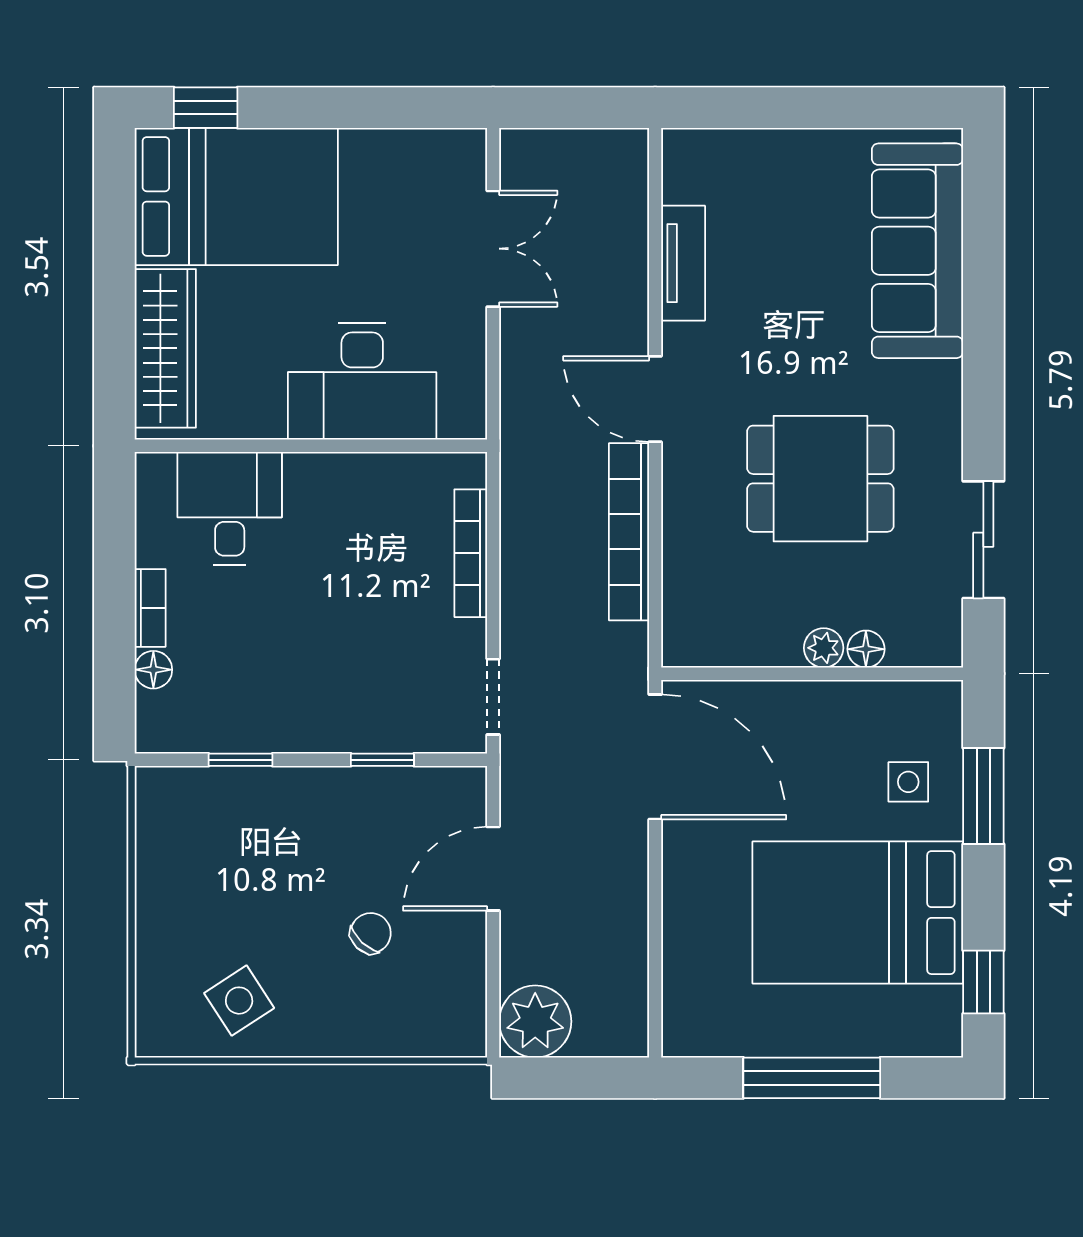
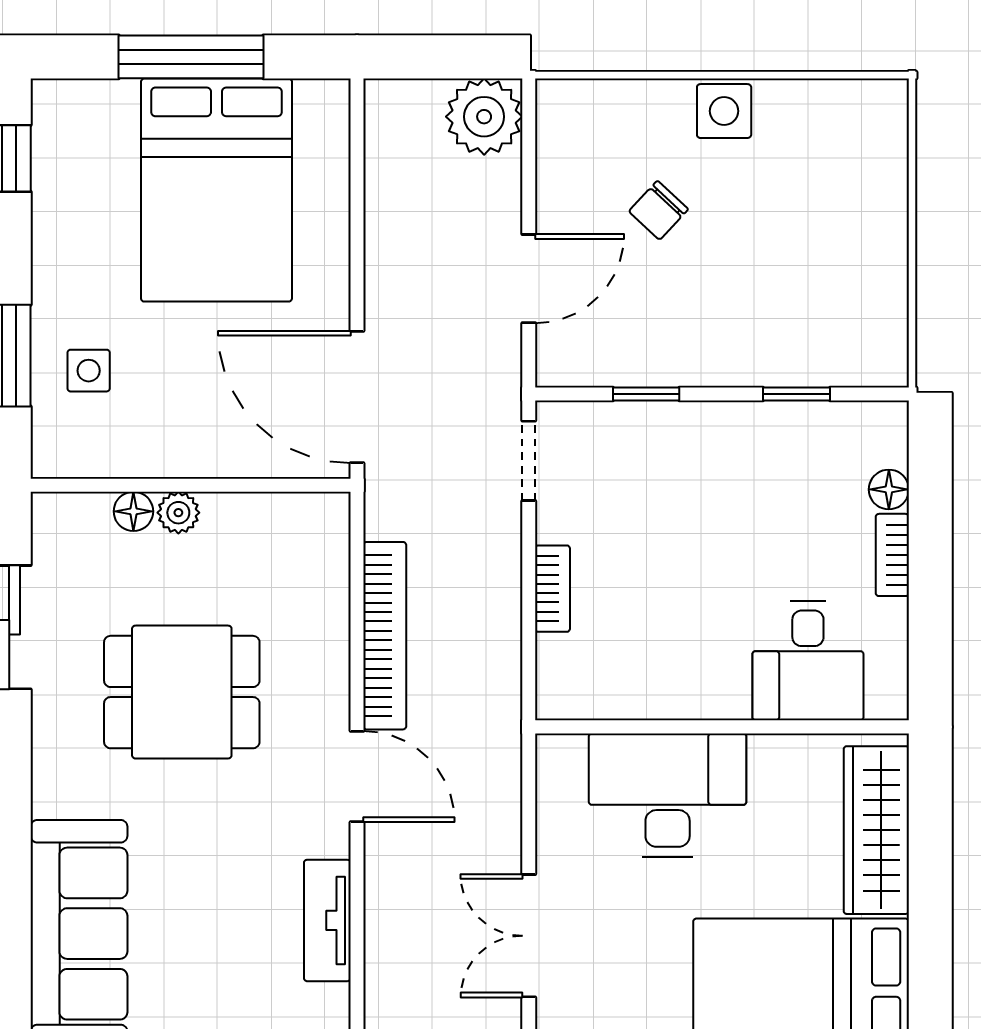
bookcase: (471, 553) -> (553, 589), width x0.64
bed: (858, 913) -> (216, 190), moved, turned 90
side table: (239, 1001) -> (724, 111), moved, turned 33

